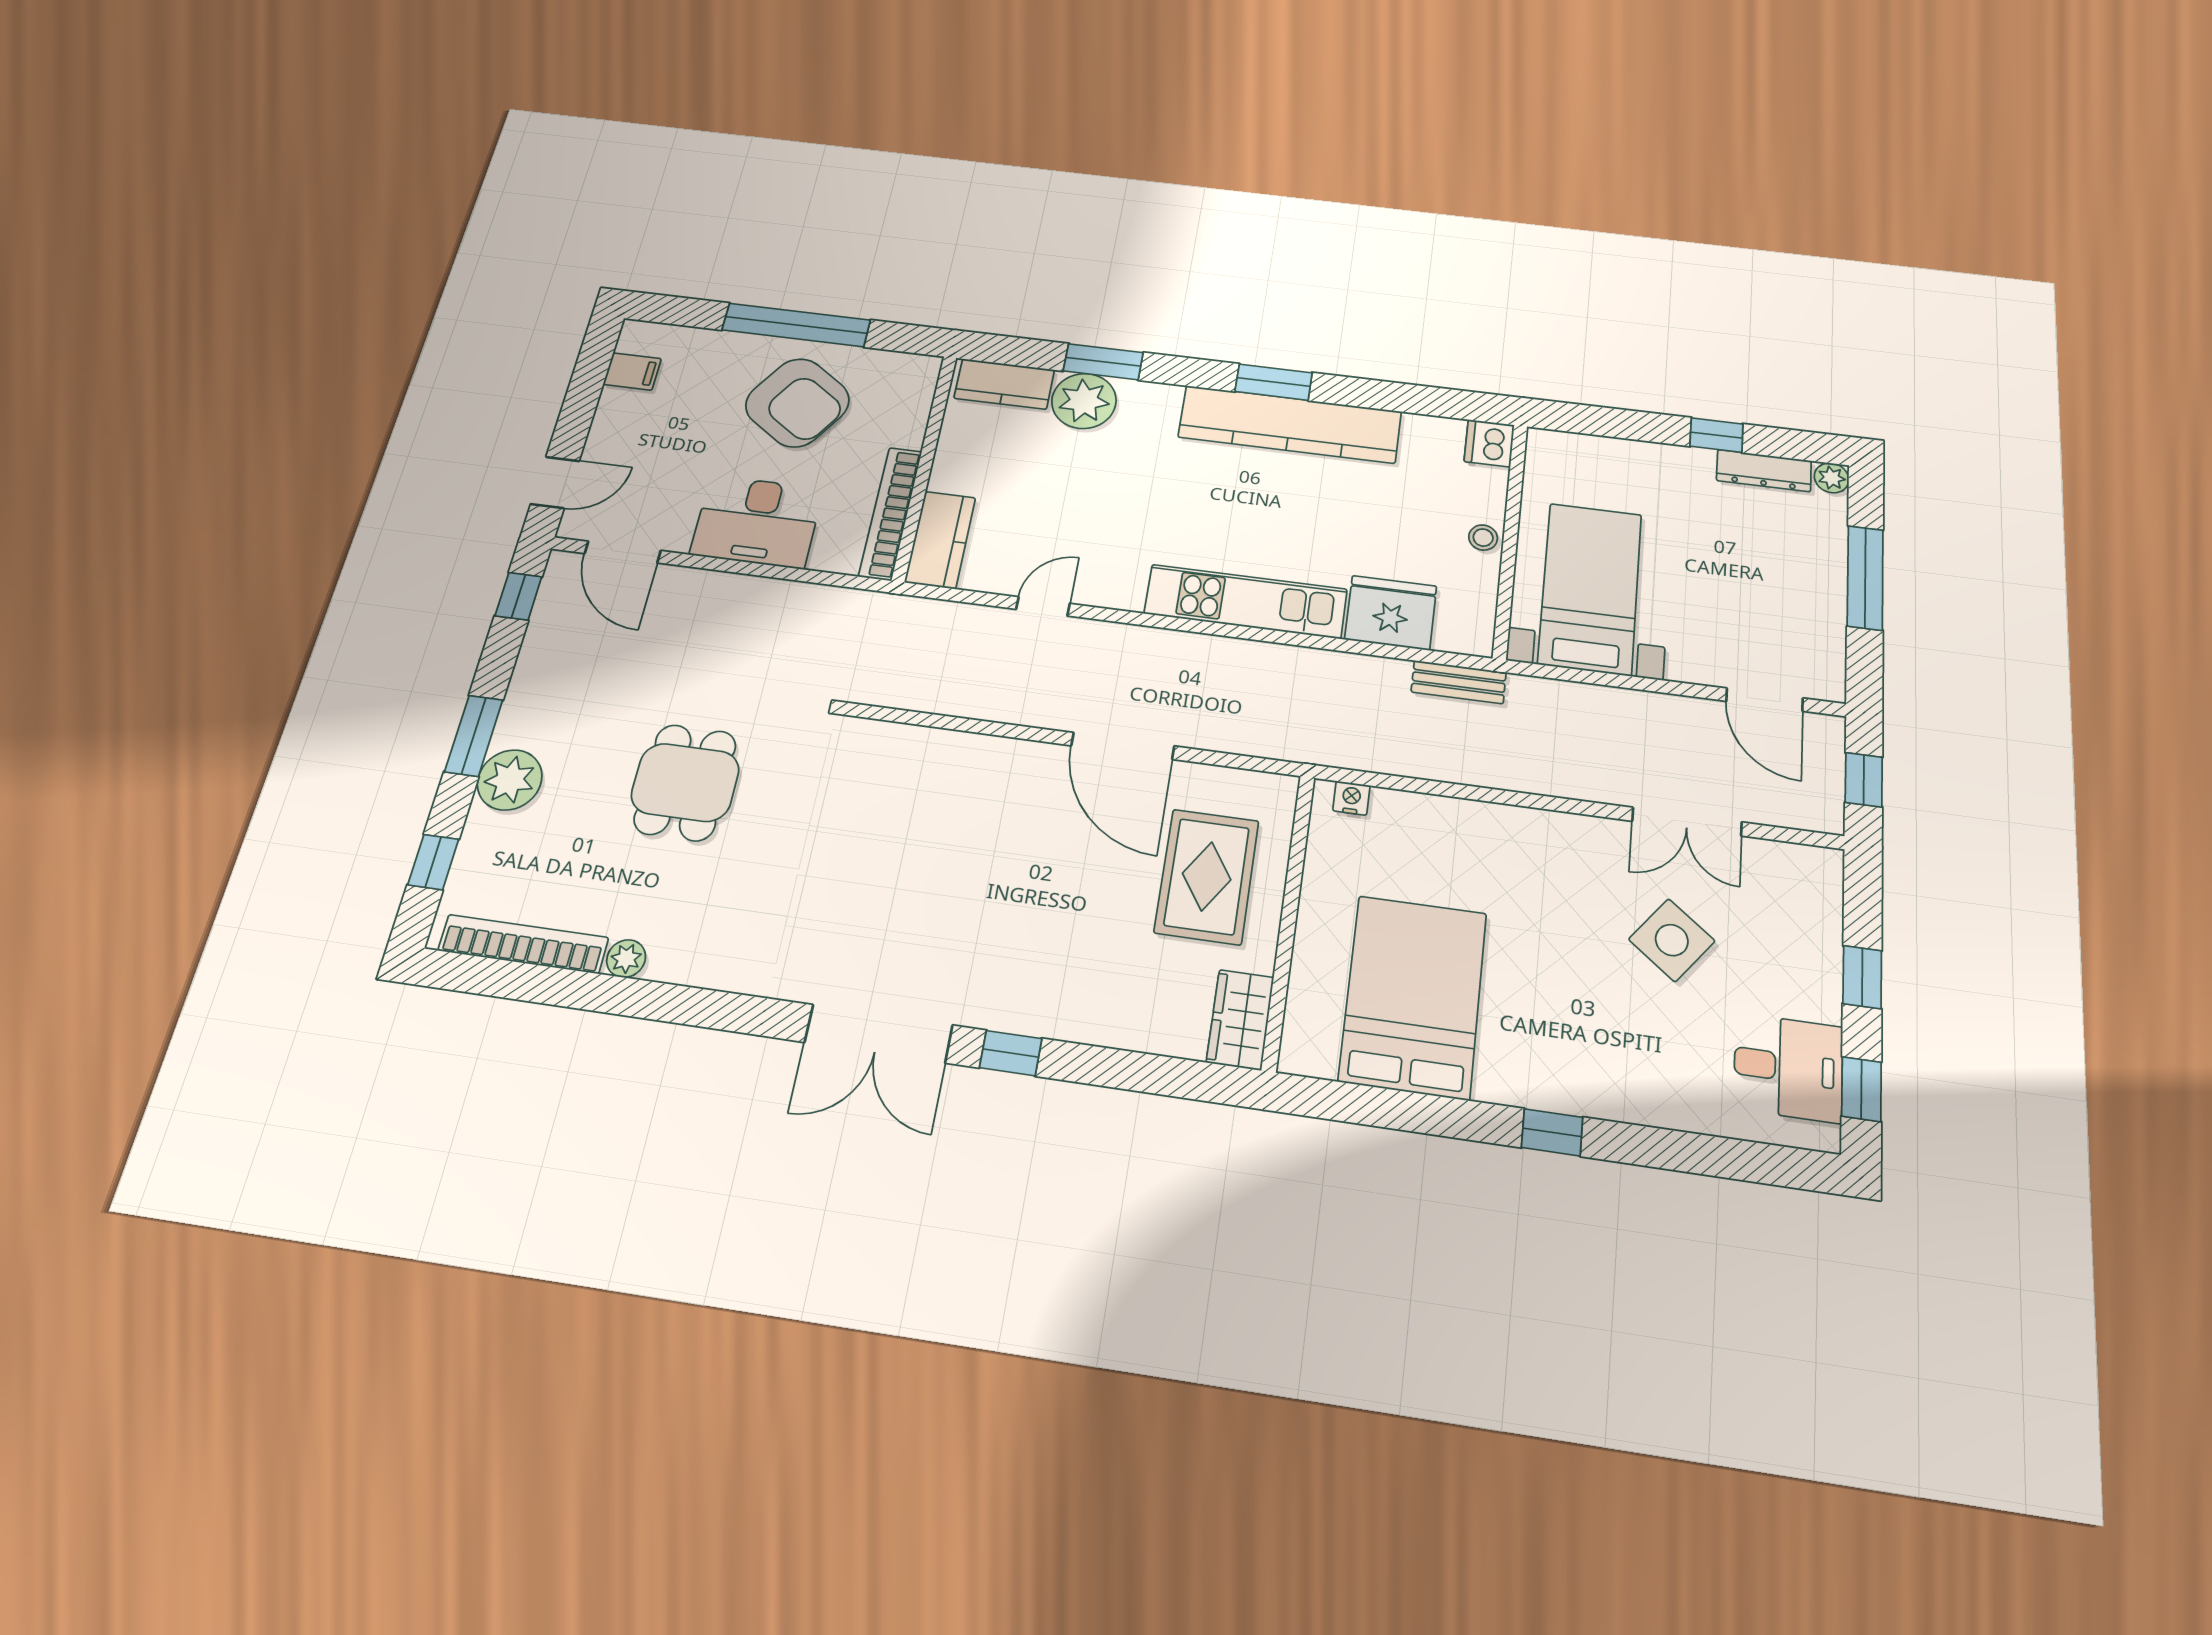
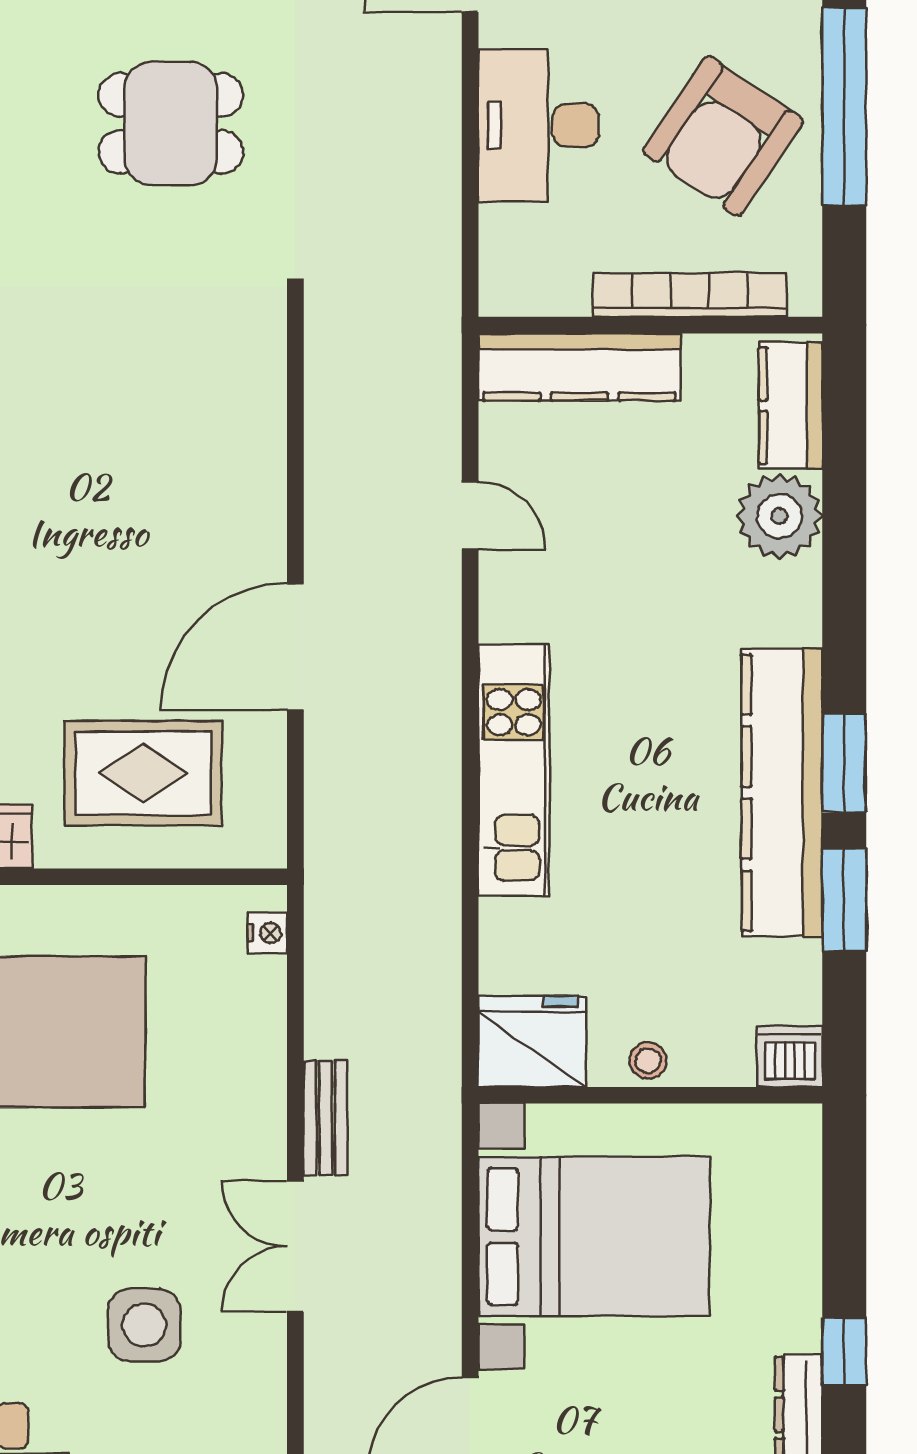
window: (1103, 362) -> (844, 900), moved
bookcase: (890, 513) -> (690, 295), moved
kitchen counter: (940, 540) -> (579, 367), width x1.50
bed with nightstands: (1590, 588) -> (594, 1237), width x1.36
fridge: (1391, 613) -> (532, 1041), moved, turned -90
bench: (1459, 682) -> (325, 1118), moved
double door: (1687, 822) -> (295, 1246), moved
side table: (1672, 940) -> (144, 1325), turned -38

